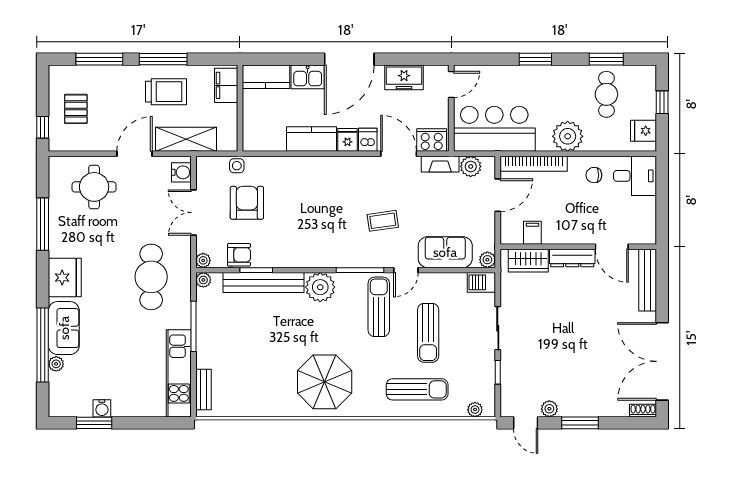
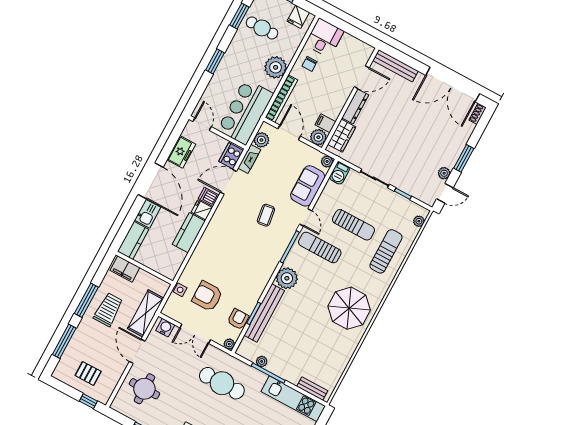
plant: (511, 233) -> (318, 137), added
plant: (203, 280) -> (262, 361), moved

